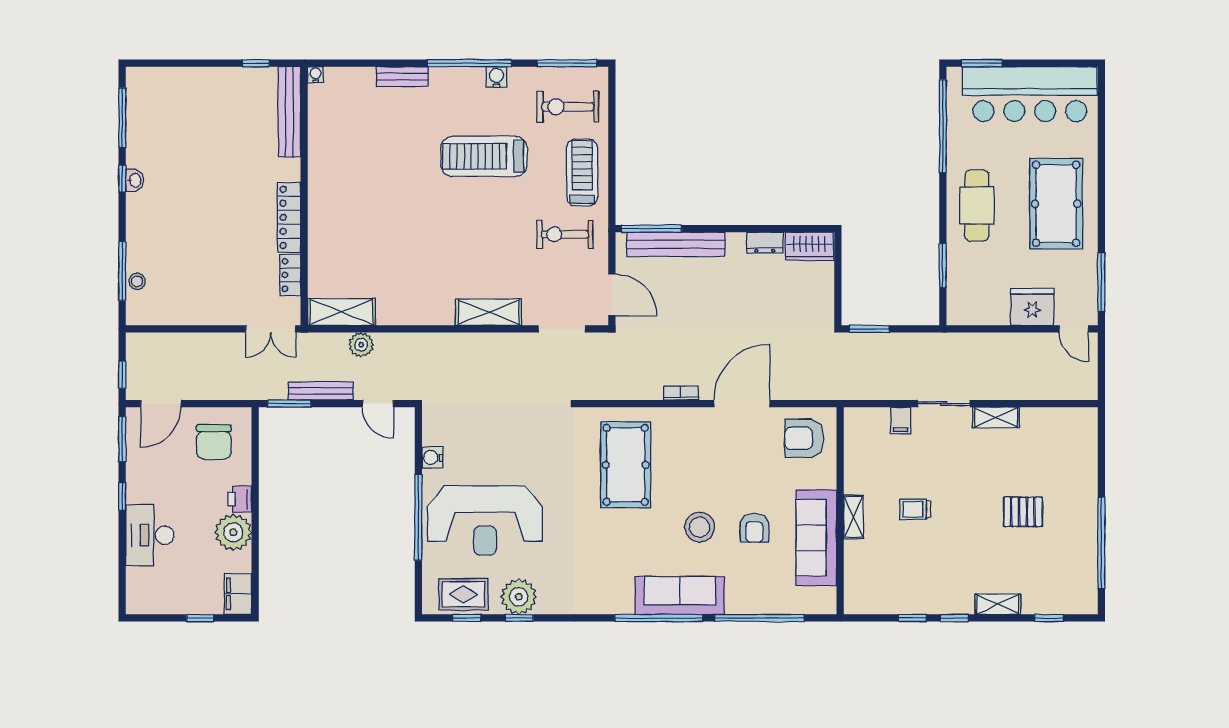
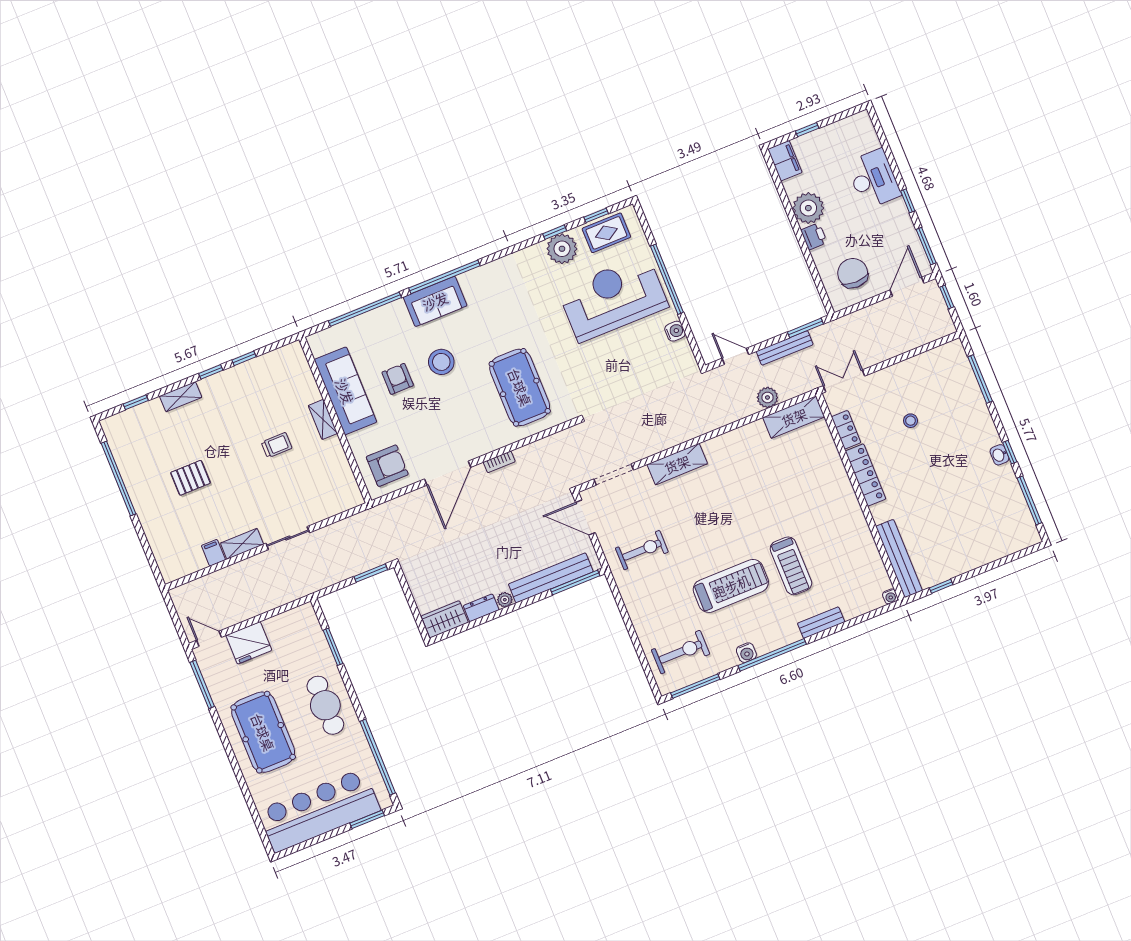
treadmill: (582, 172) -> (791, 566), moved
plant: (736, 241) -> (505, 600), added
stool: (137, 281) -> (911, 421), moved
filing cabinet: (900, 420) -> (213, 553), moved
sofa: (680, 595) -> (435, 301), width x0.73

